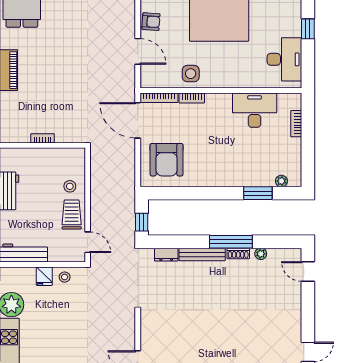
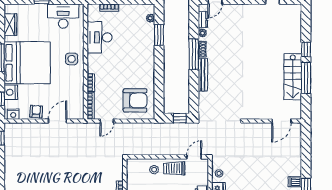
side table: (191, 74) -> (72, 59), moved
door: (138, 120) -> (107, 121), width x0.53
dresser: (166, 255) -> (203, 20), moved

